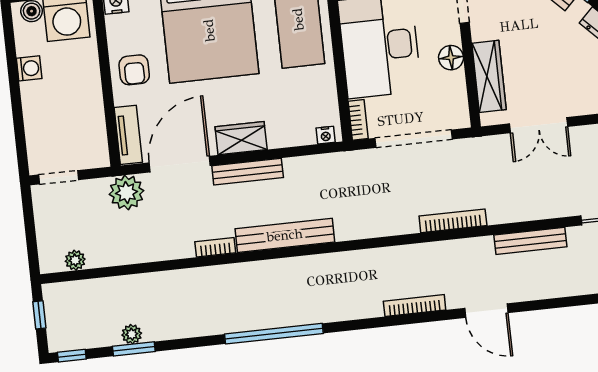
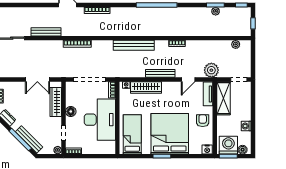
double door: (538, 125) -> (37, 80), swing flipped
shelving: (91, 129) -> (223, 98), added
wardrobe: (241, 138) -> (146, 88), moved, width x1.50
door: (180, 164) -> (188, 80), width x0.53
bench: (285, 235) -> (134, 45), moved

